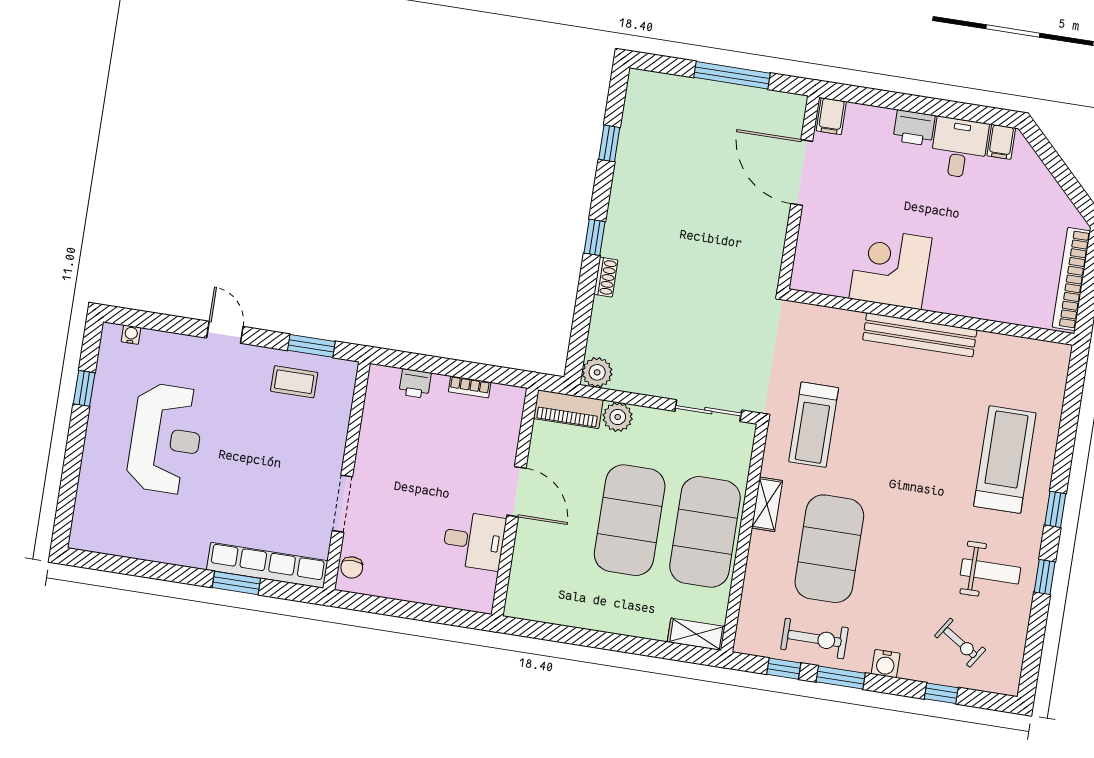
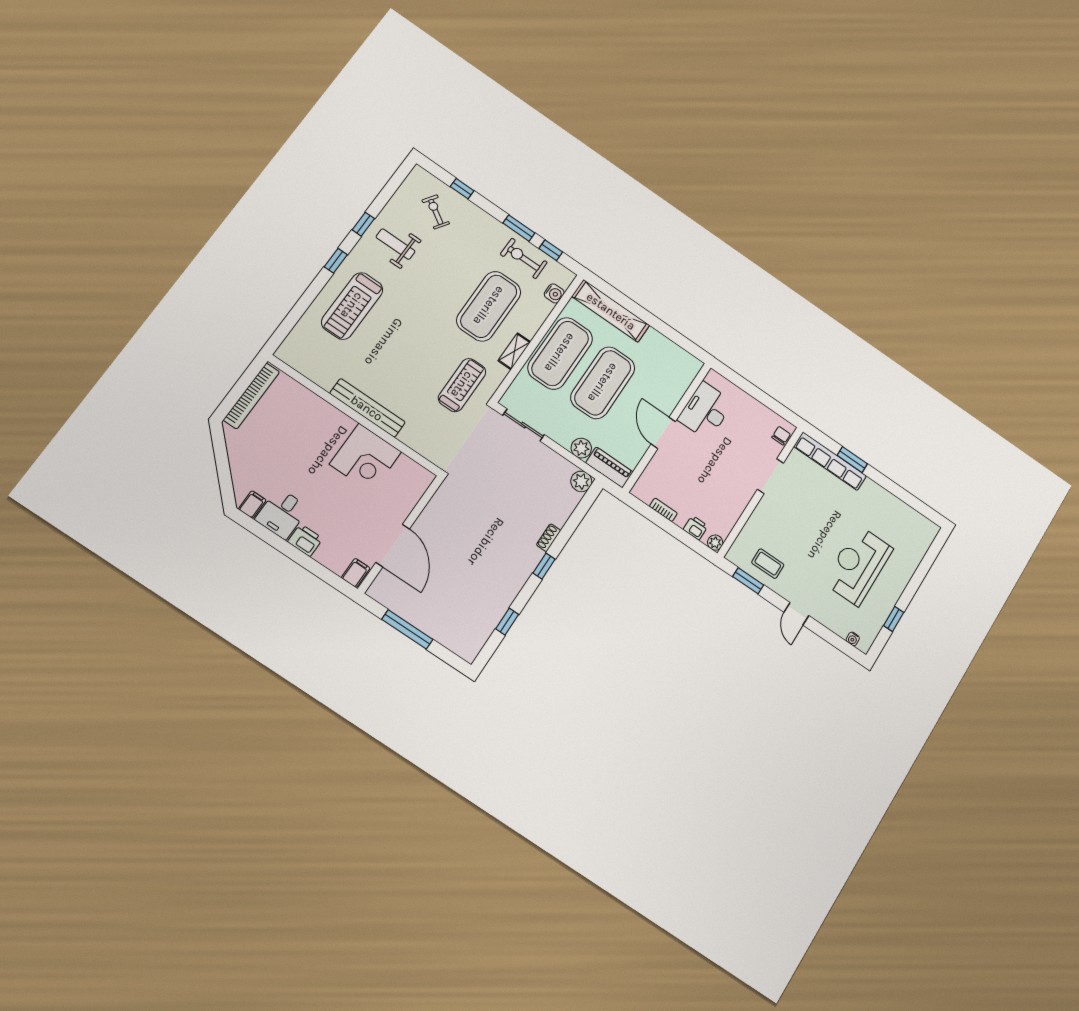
plant: (379, 376) -> (715, 543), added
desk: (474, 541) -> (706, 411), width x1.37
shelving: (696, 634) -> (611, 311), width x2.20, depth x1.33
water cooler: (886, 664) -> (554, 293), moved, turned 90

